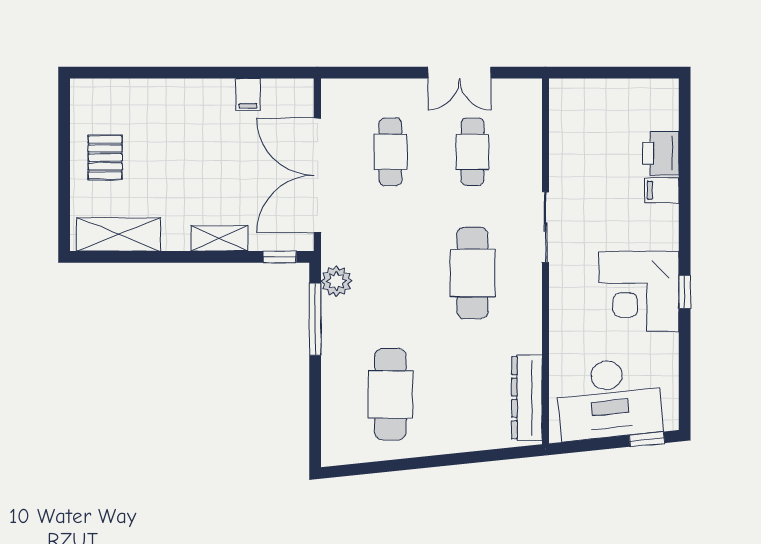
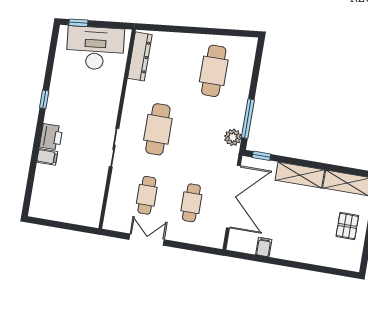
printer: (661, 153) -> (51, 137), moved
shelving: (220, 238) -> (300, 175), width x1.50, depth x1.33
corner desk: (639, 291) -> (69, 104), removed

